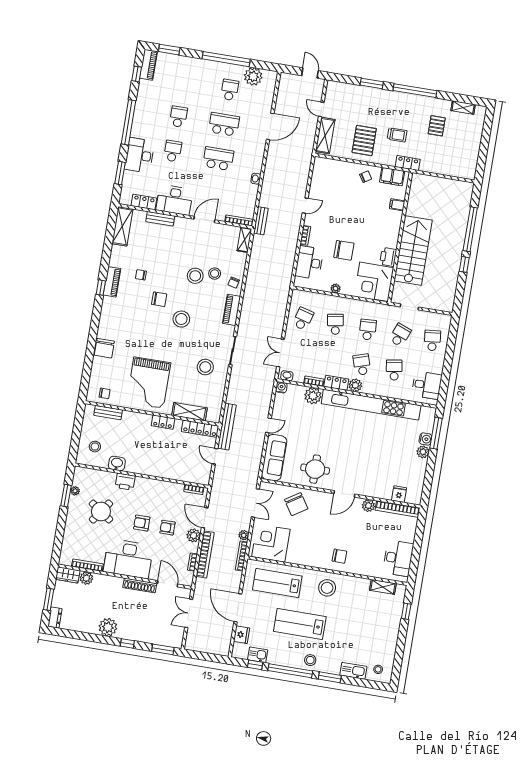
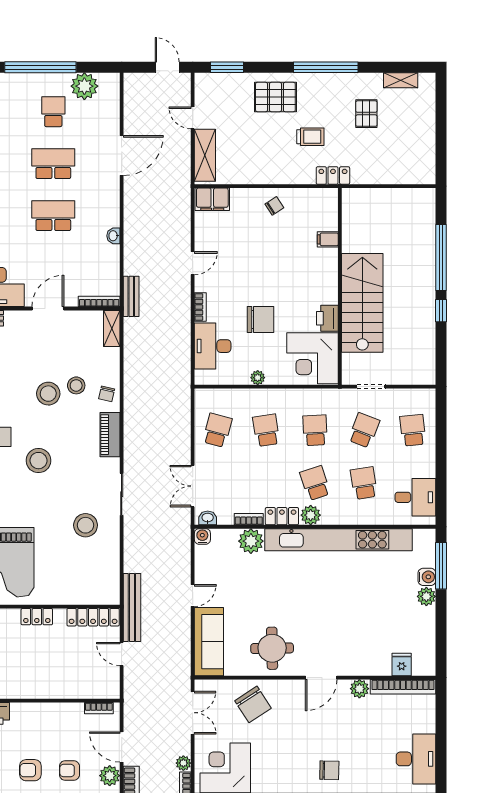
window: (372, 83) -> (227, 67), moved
pallet: (364, 140) -> (275, 97), moved, turned 90
filing cabinet: (392, 177) -> (212, 199), moved
shelving: (189, 412) -> (73, 595), removed

